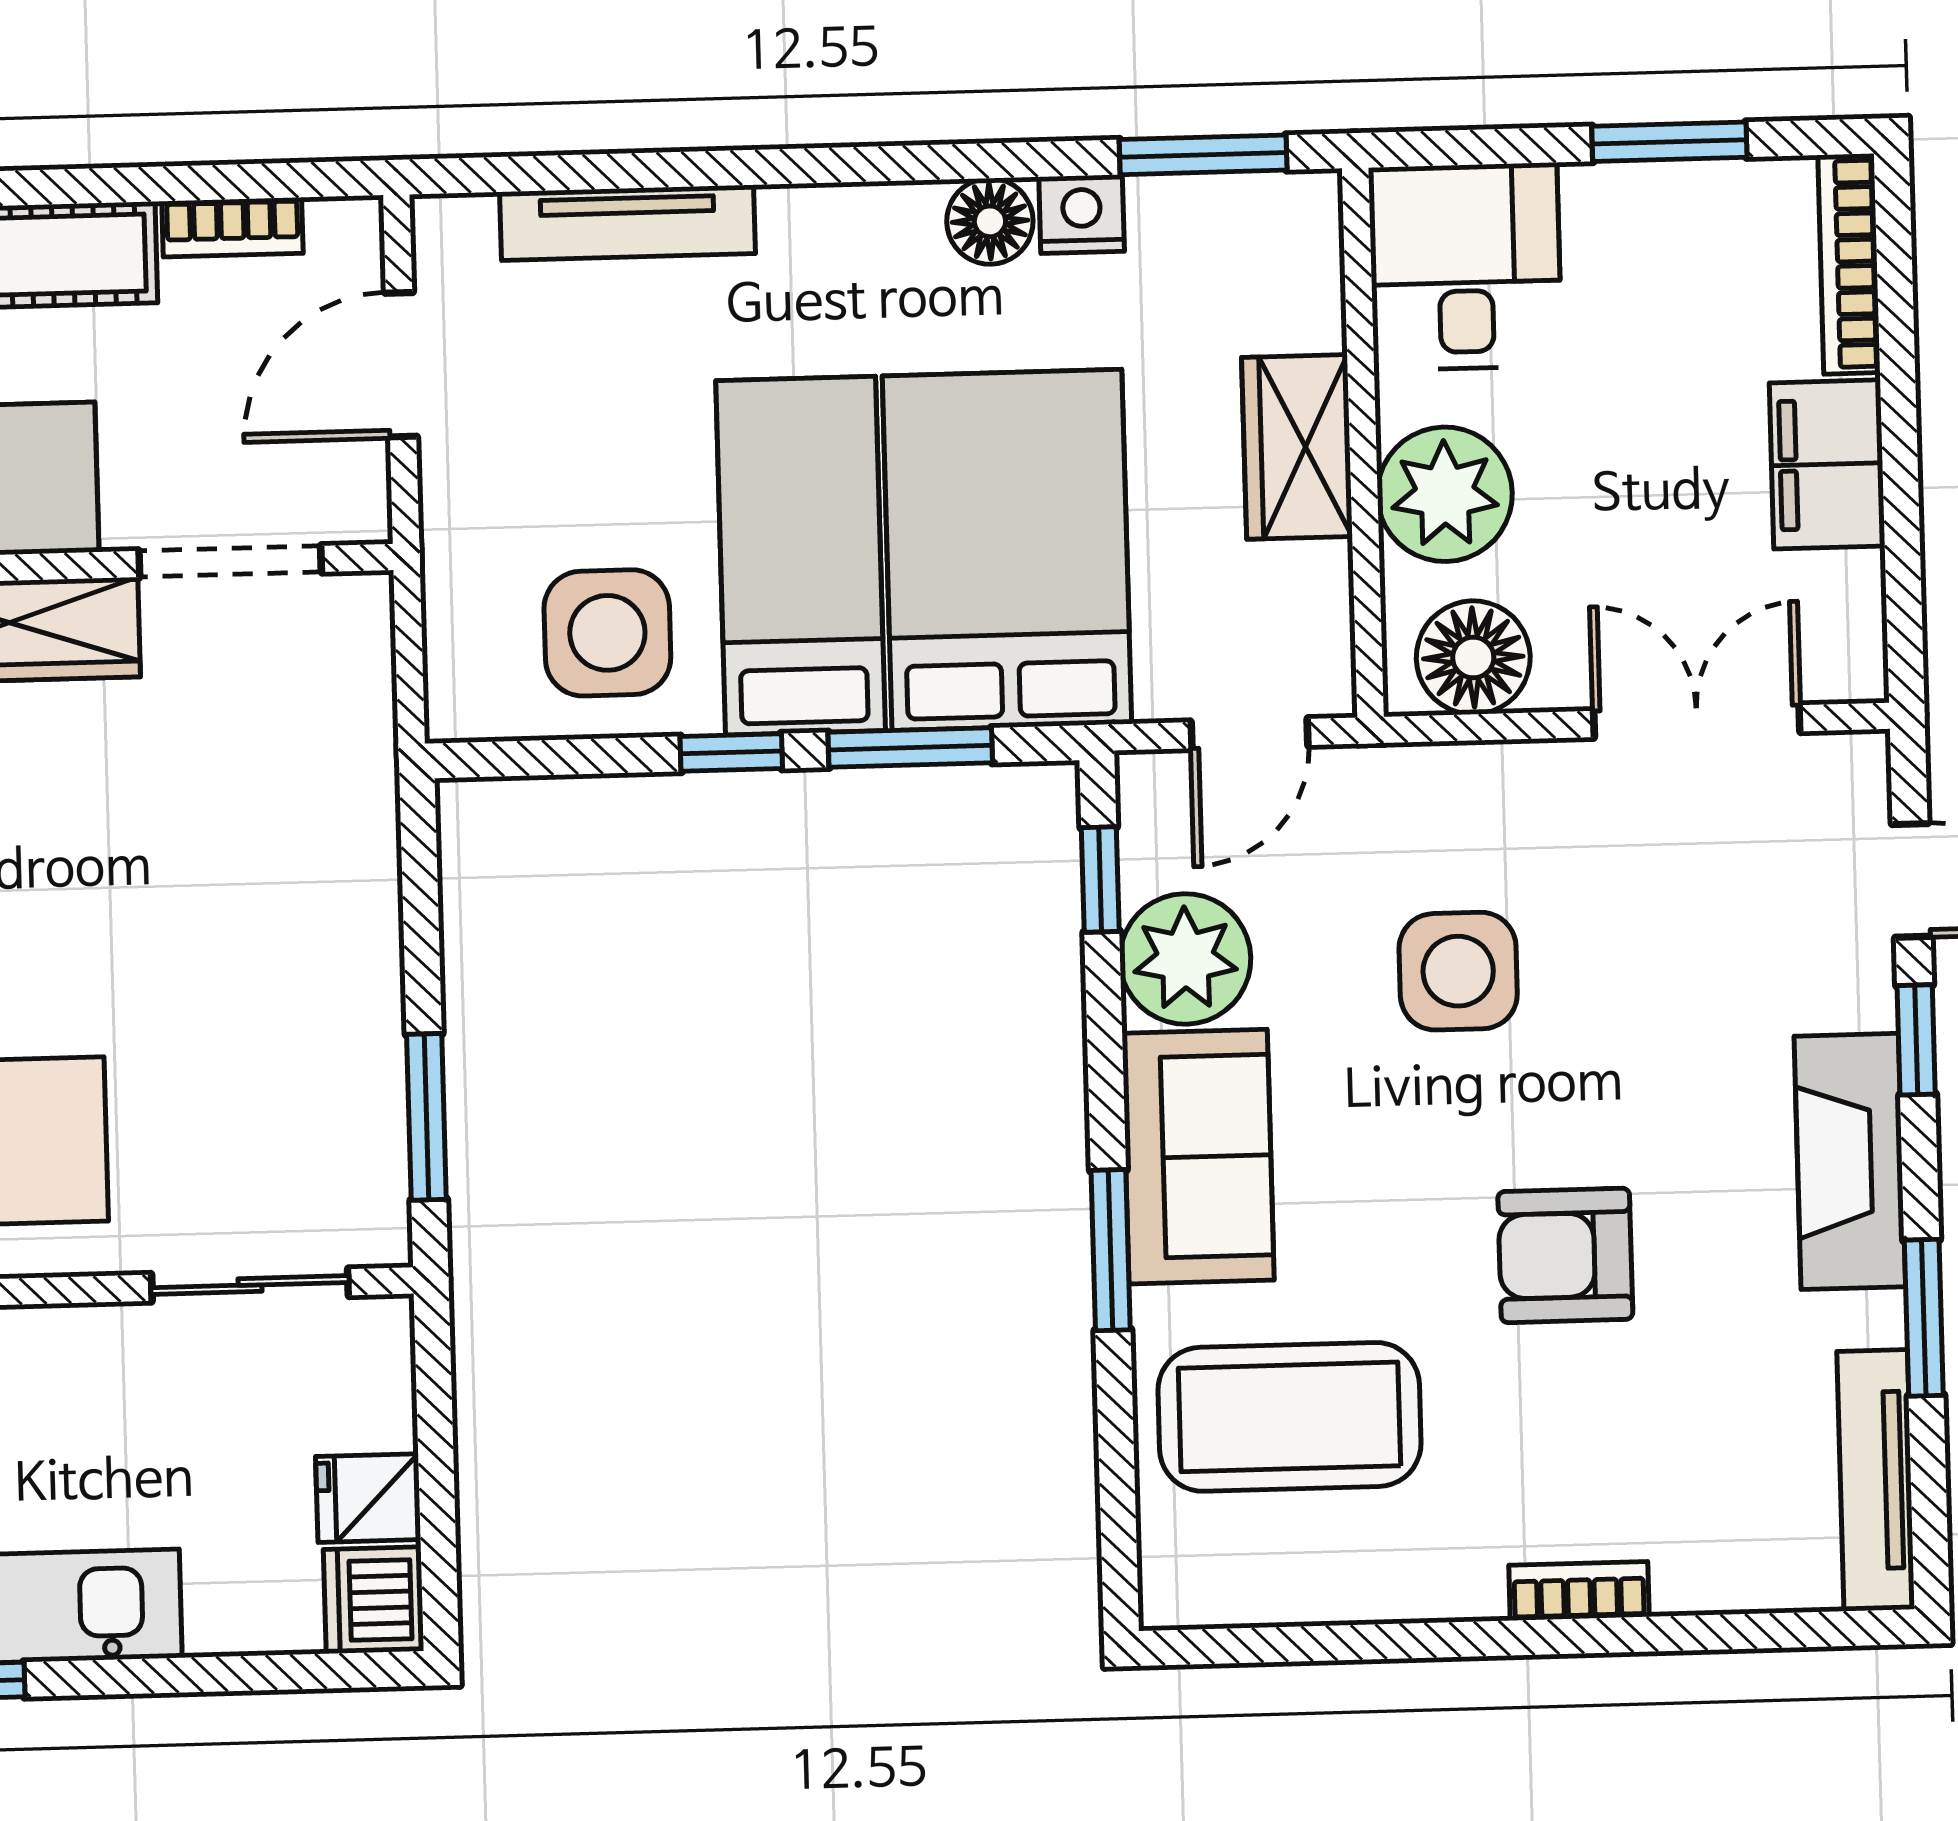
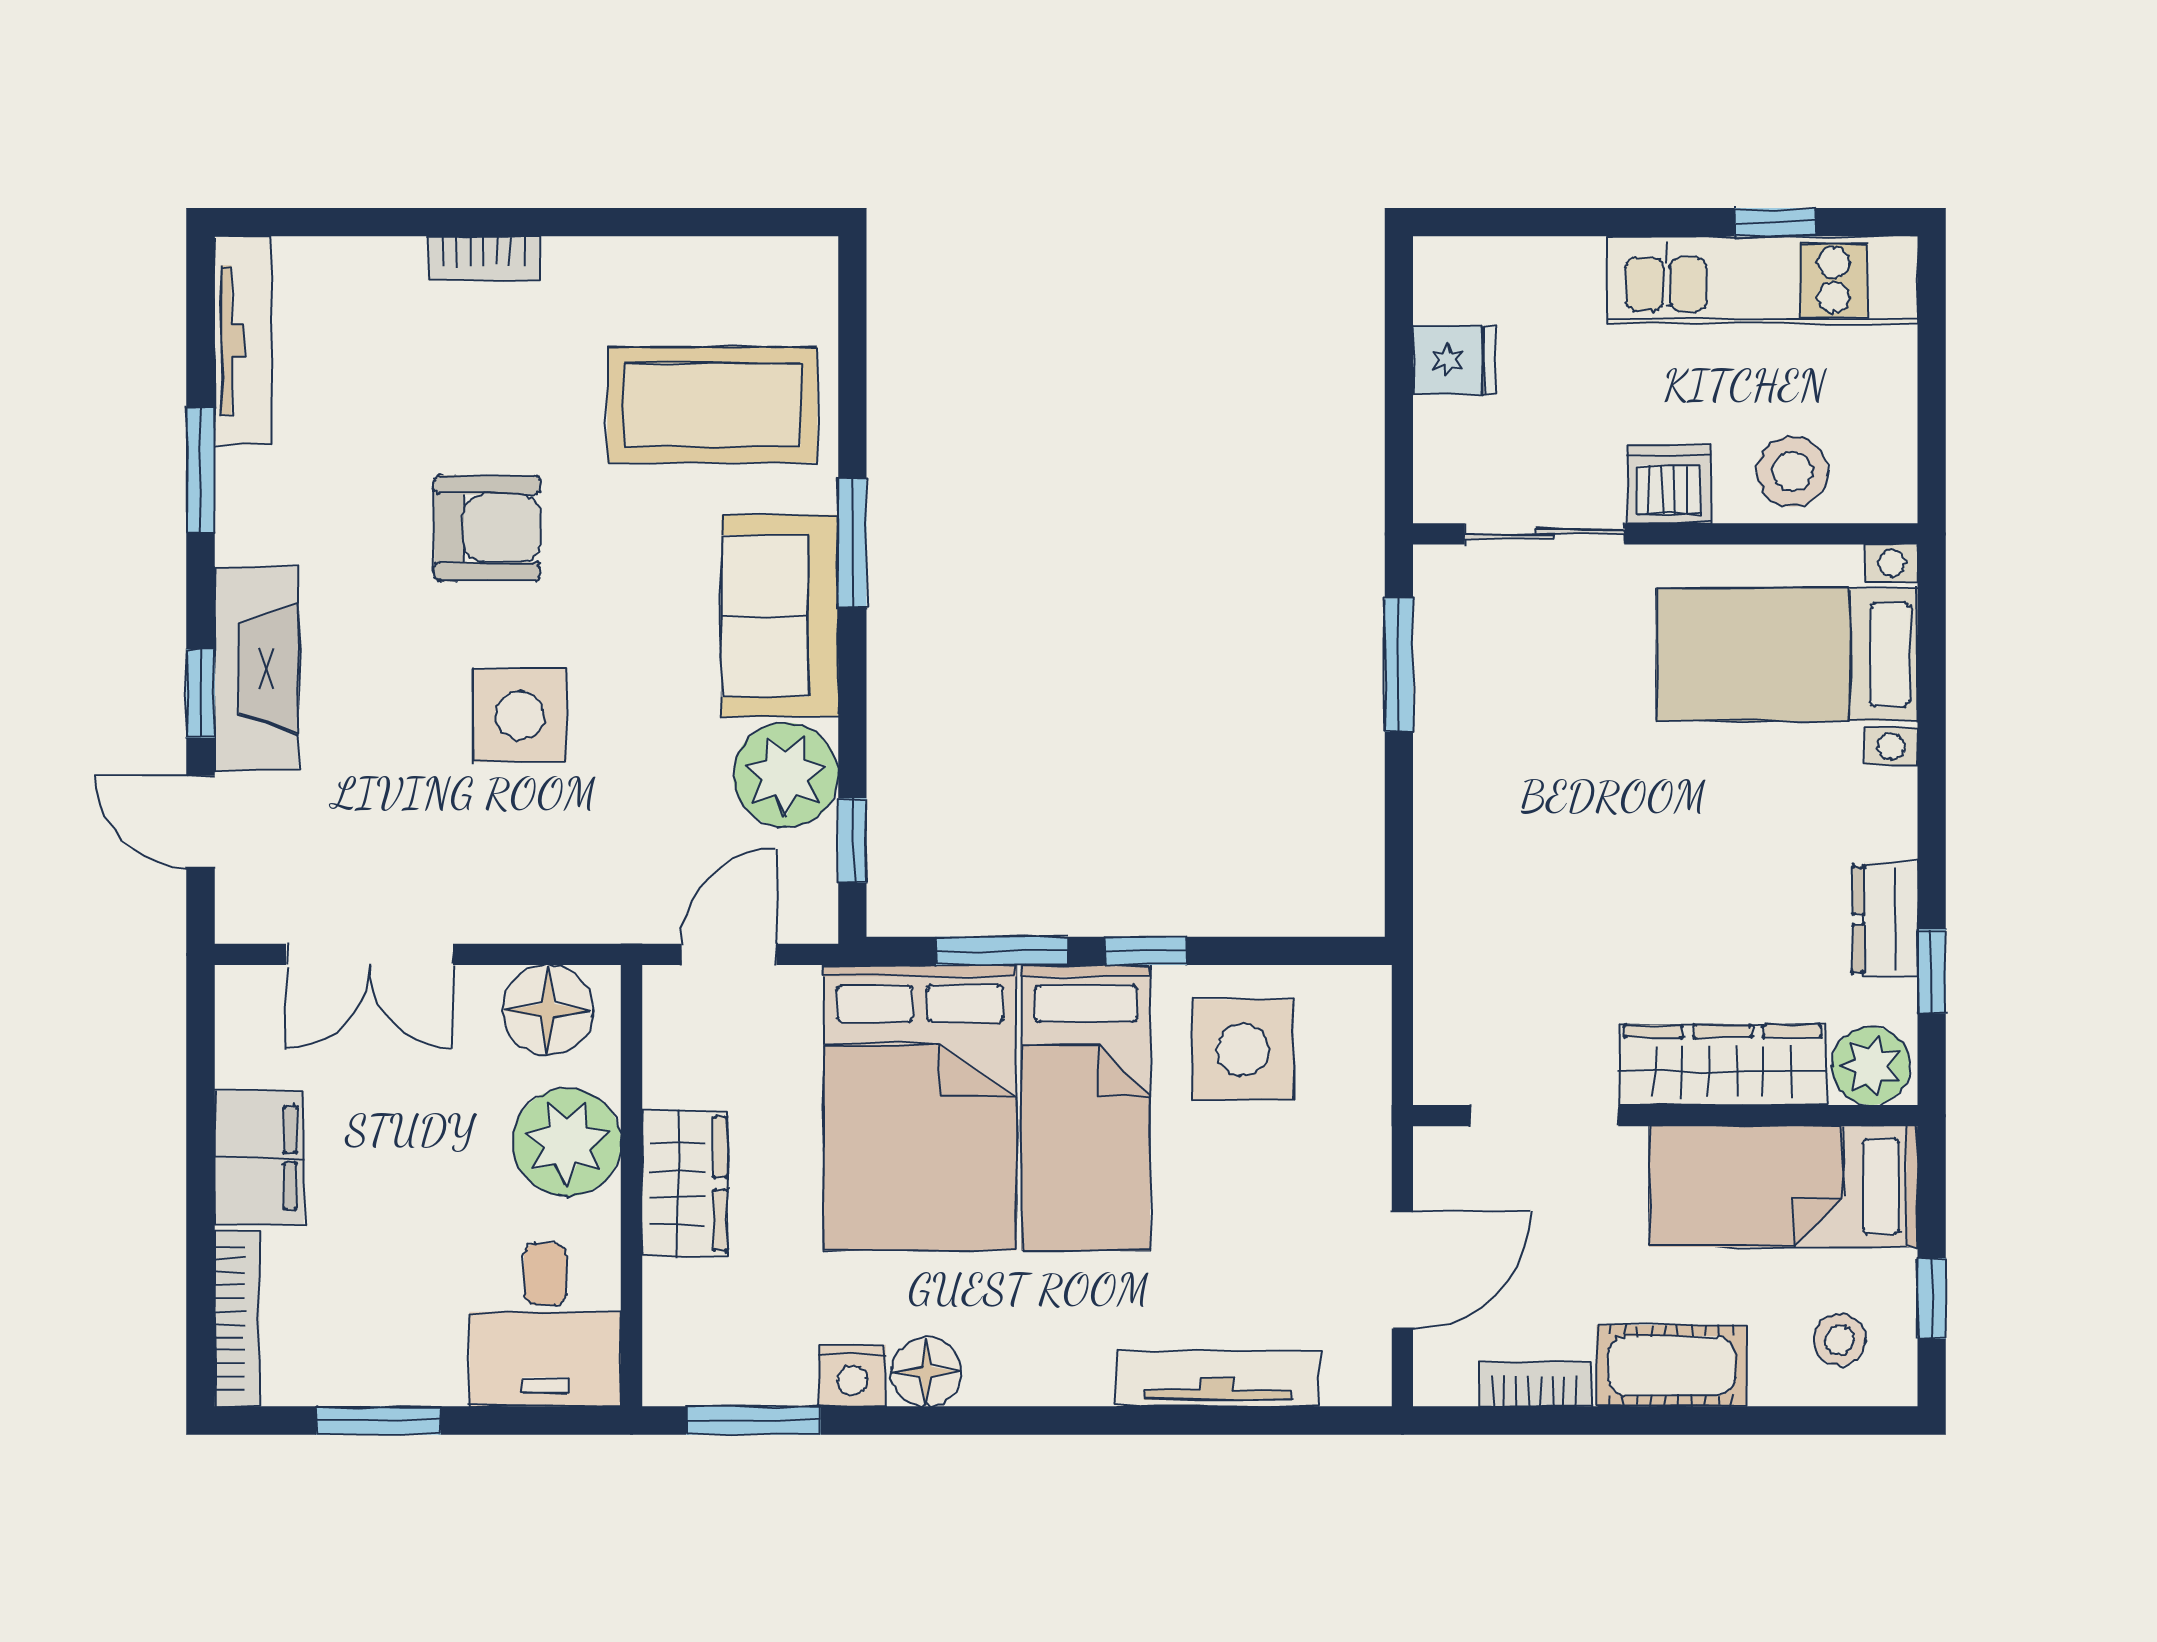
side table: (1458, 971) -> (520, 715), moved
fireplace: (1850, 1161) -> (256, 669), moved
dishwasher: (374, 1600) -> (1669, 484), moved, turned -90

